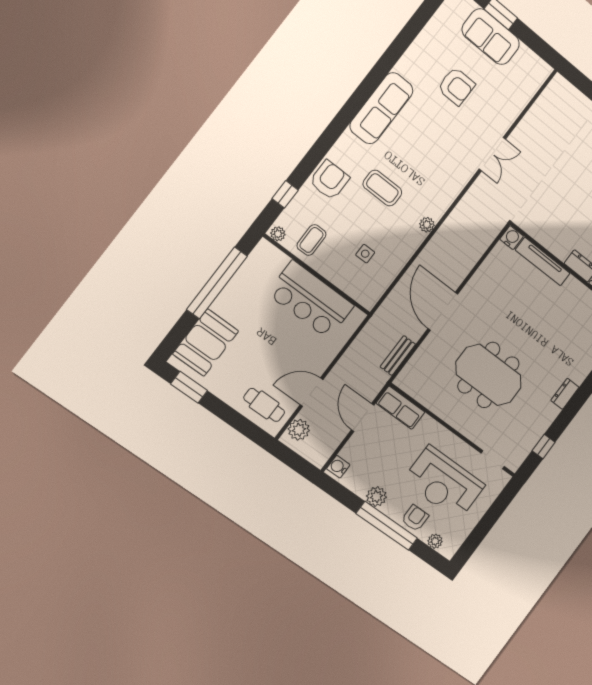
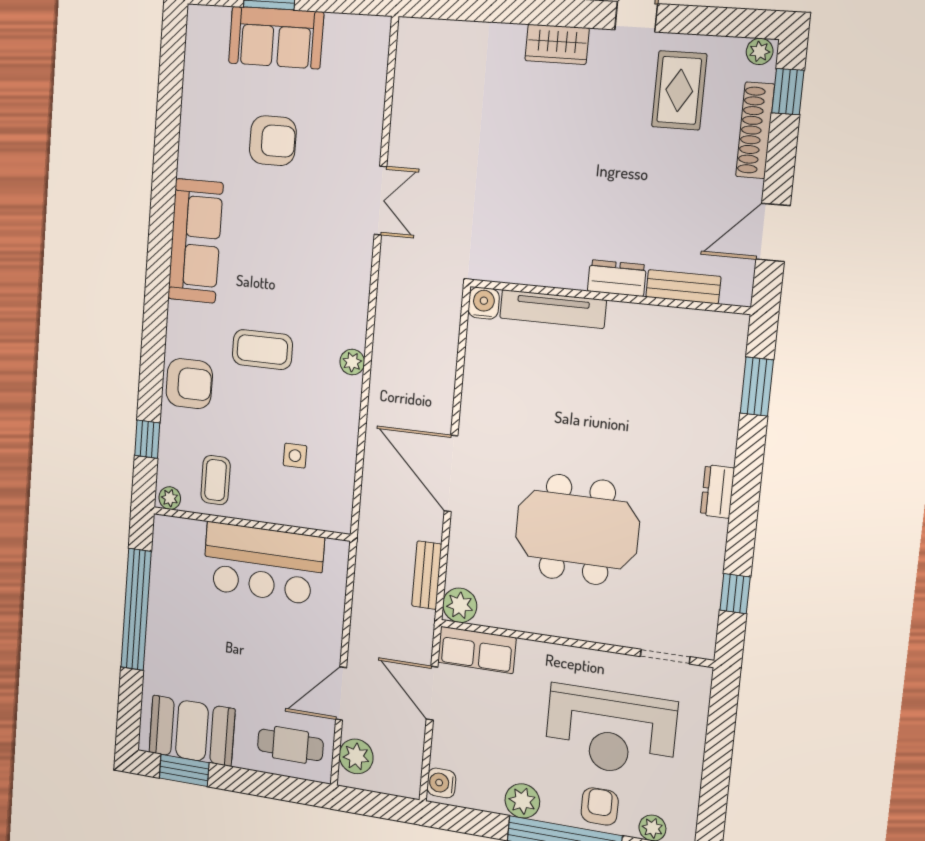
armchair: (329, 180) -> (189, 384), turned 90
booth: (206, 343) -> (192, 731), moved, turned 90
plant: (406, 380) -> (460, 605), added

